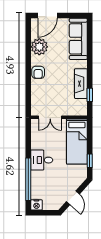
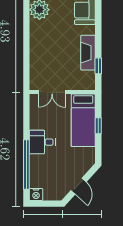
armchair: (38, 72) -> (38, 40), removed
window: (90, 161) -> (98, 126), moved

